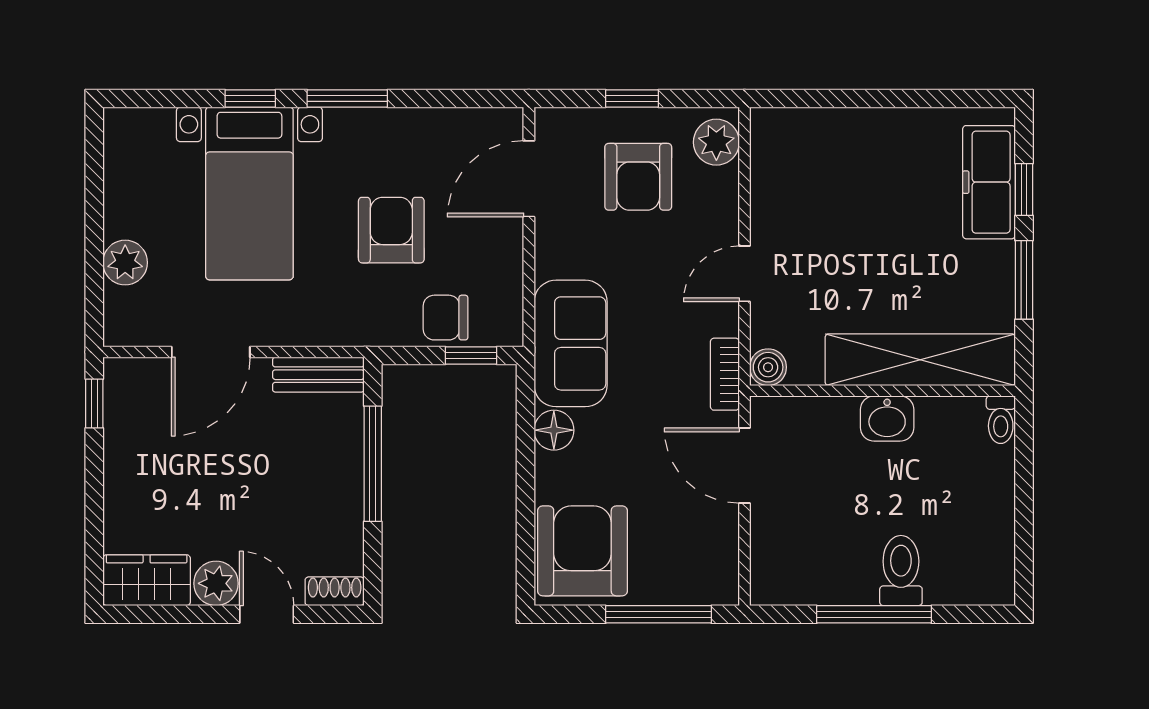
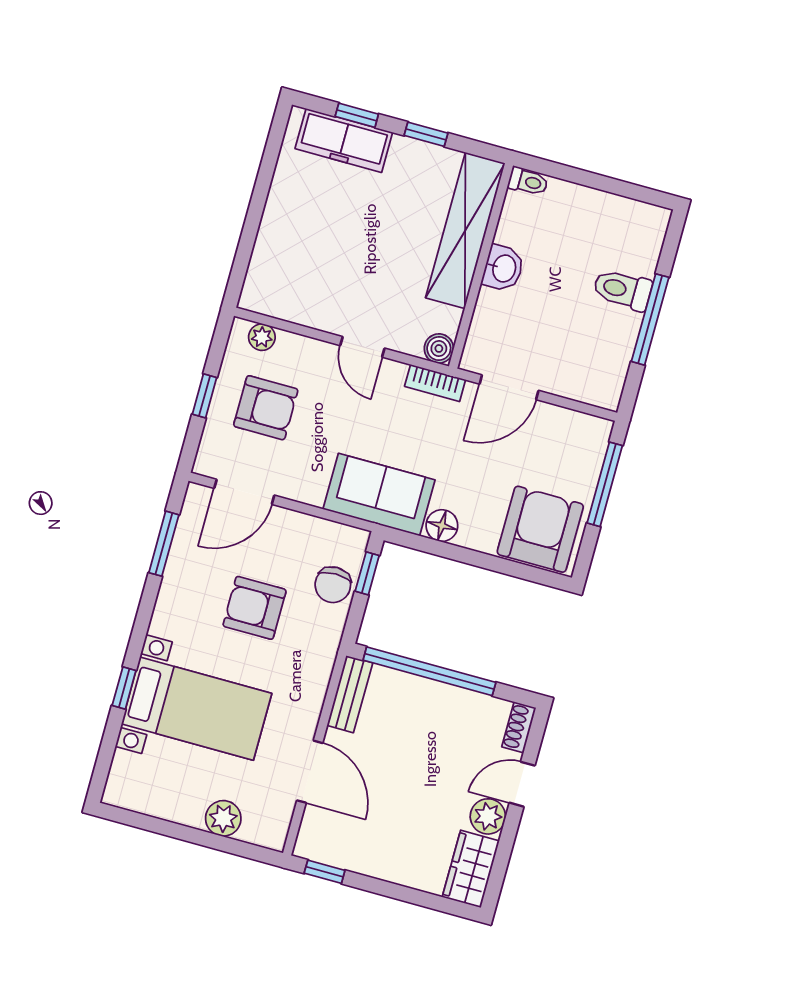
window: (347, 98) -> (164, 544), moved
plant: (716, 142) -> (262, 337), width x0.73, depth x0.73
door: (529, 179) -> (244, 492), hinge flipped
window: (1024, 280) -> (426, 134), width x0.67
window: (373, 464) -> (429, 671), width x1.46
armchair: (582, 551) -> (540, 529), turned 90

